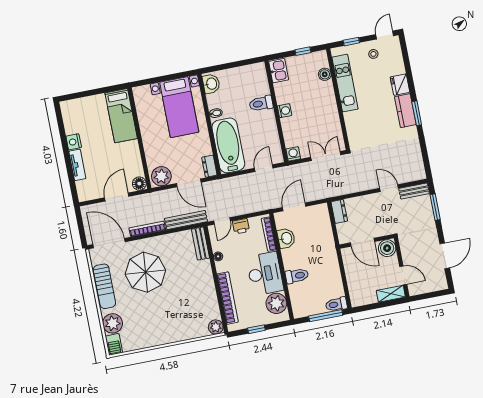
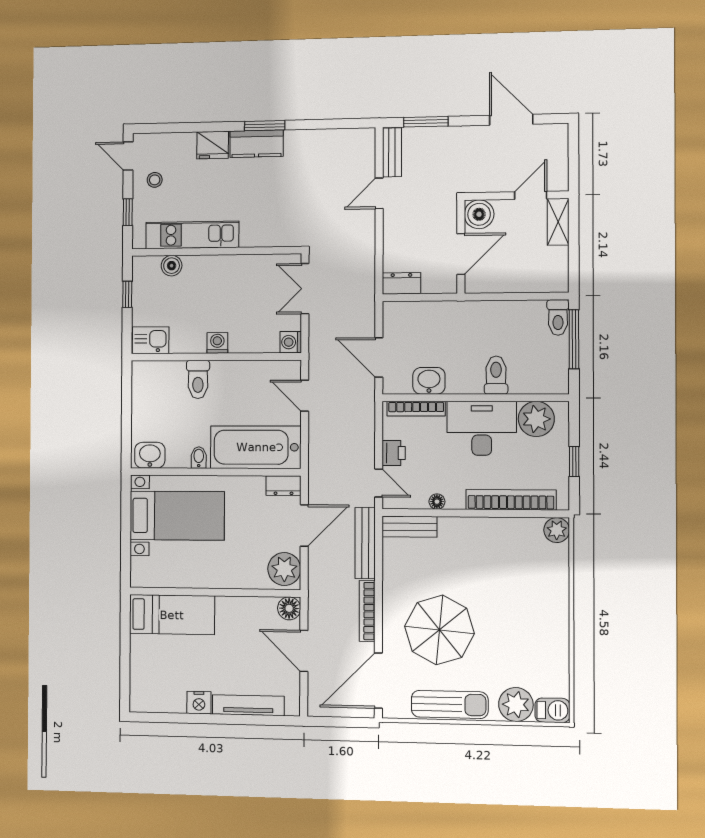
tv unit: (77, 165) -> (248, 705), width x1.41

